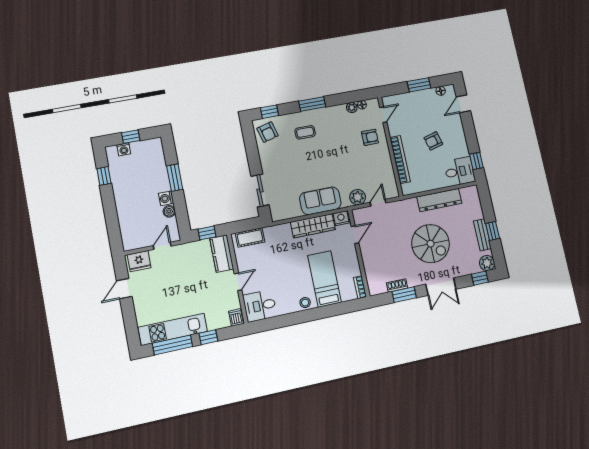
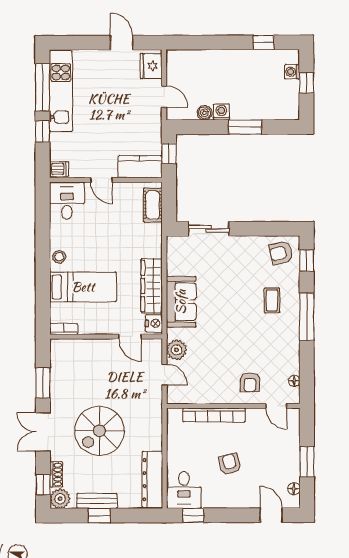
window: (312, 104) -> (307, 317), width x1.44
plant: (352, 108) -> (293, 367), removed
dresser: (439, 200) -> (152, 480), moved
shoe rack: (397, 285) -> (56, 475), moved

